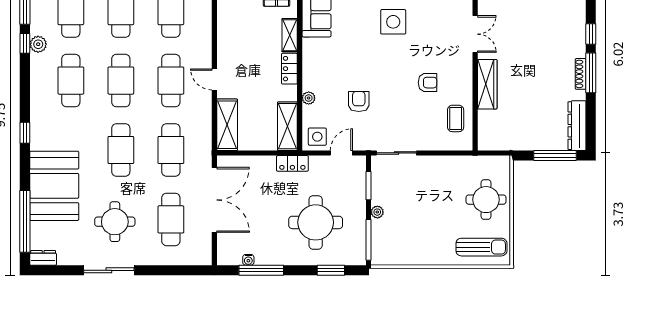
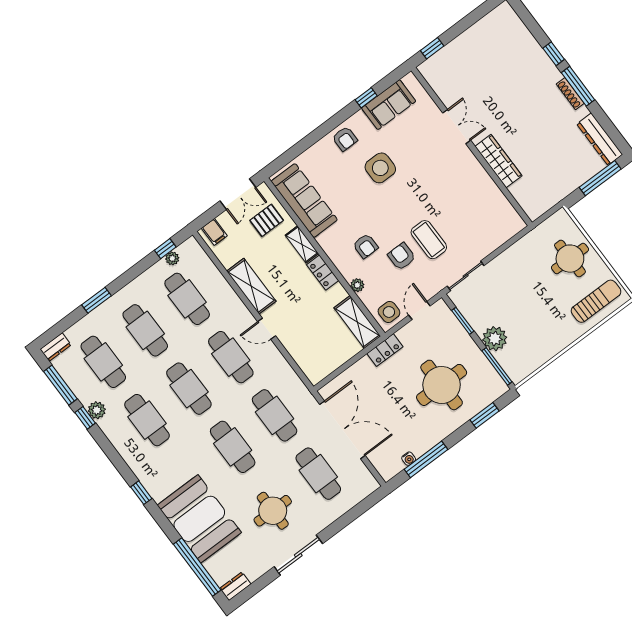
armchair: (428, 83) -> (365, 246), moved, turned 90
coffee table: (456, 118) -> (429, 240), moved, width x1.36, depth x1.30
shelving: (227, 125) -> (251, 286), moved
plant: (377, 212) -> (495, 339), width x1.87, depth x1.87

